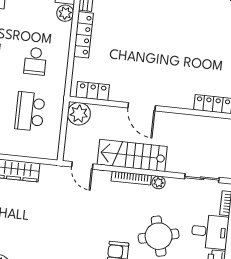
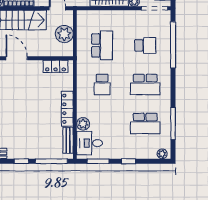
school desk: (35, 61) -> (102, 84), turned 180
plant: (79, 114) -> (64, 34), moved

